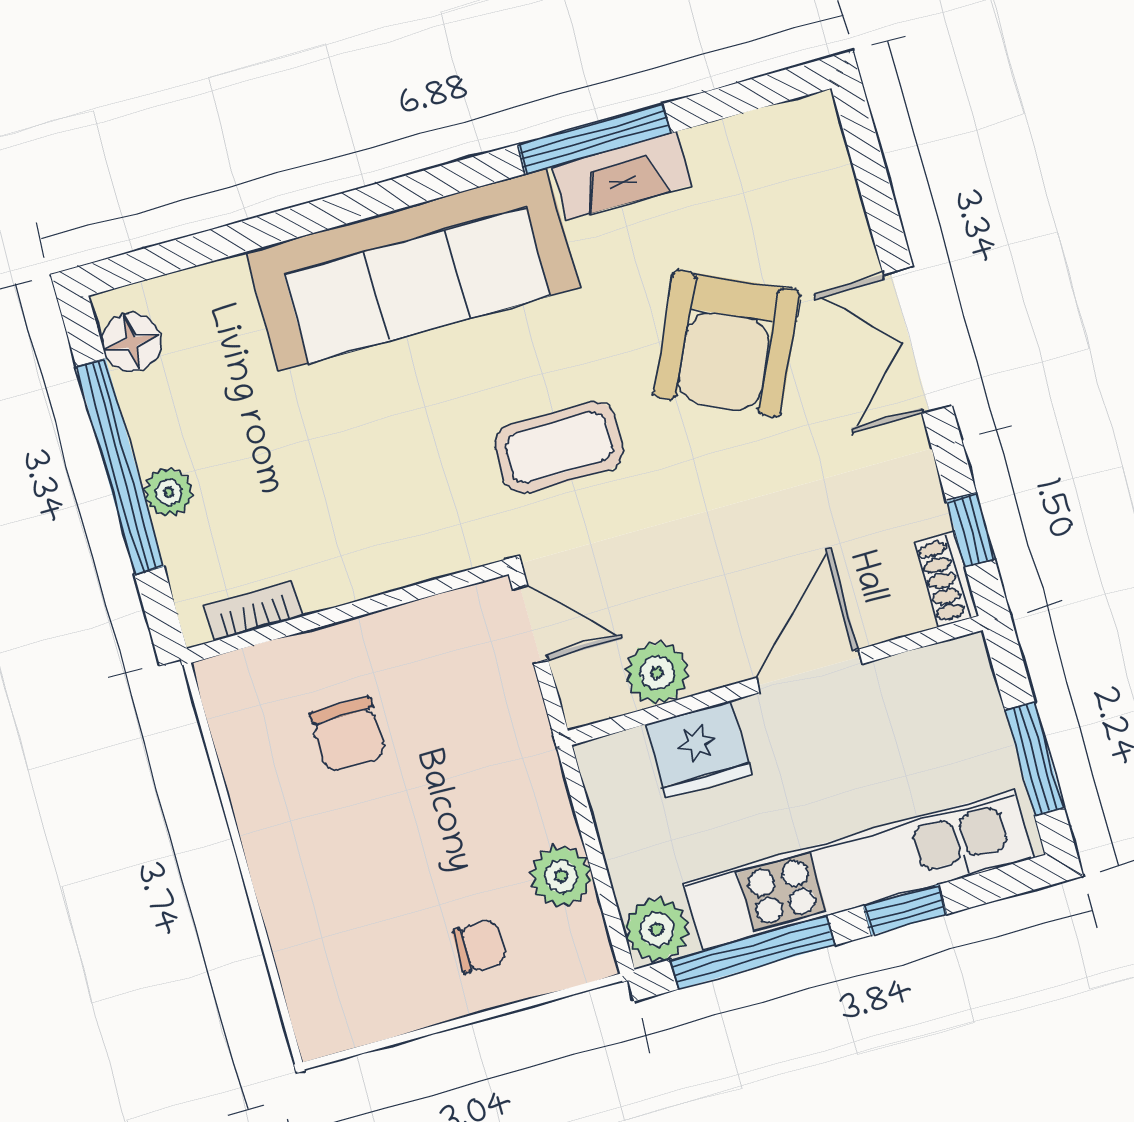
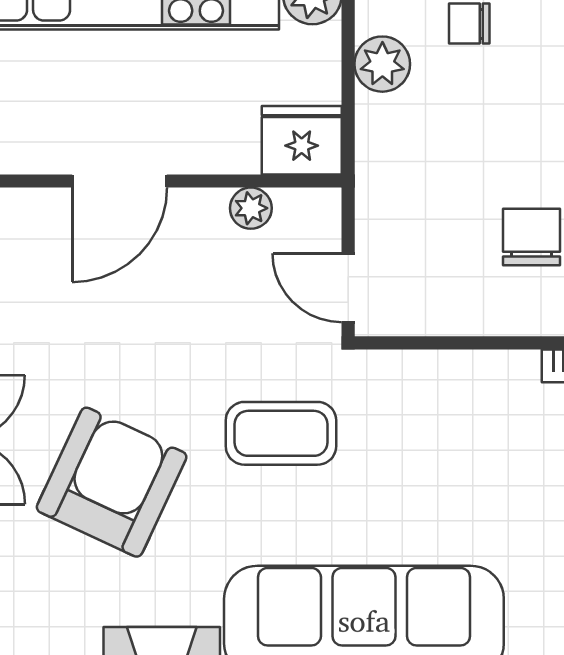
plant: (657, 673) -> (251, 208), width x0.73, depth x0.73
fridge: (698, 749) -> (302, 140), moved

